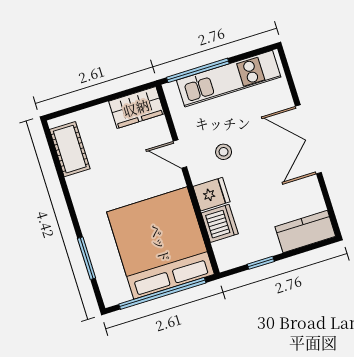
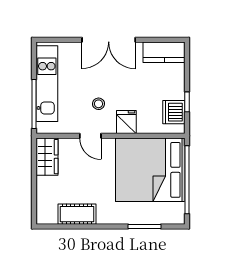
cot: (70, 149) -> (77, 214), moved
door: (180, 154) -> (90, 136), hinge flipped
dishwasher: (220, 223) -> (174, 112), moved, turned -90
kitchen counter: (305, 232) -> (164, 52), moved, turned -90

